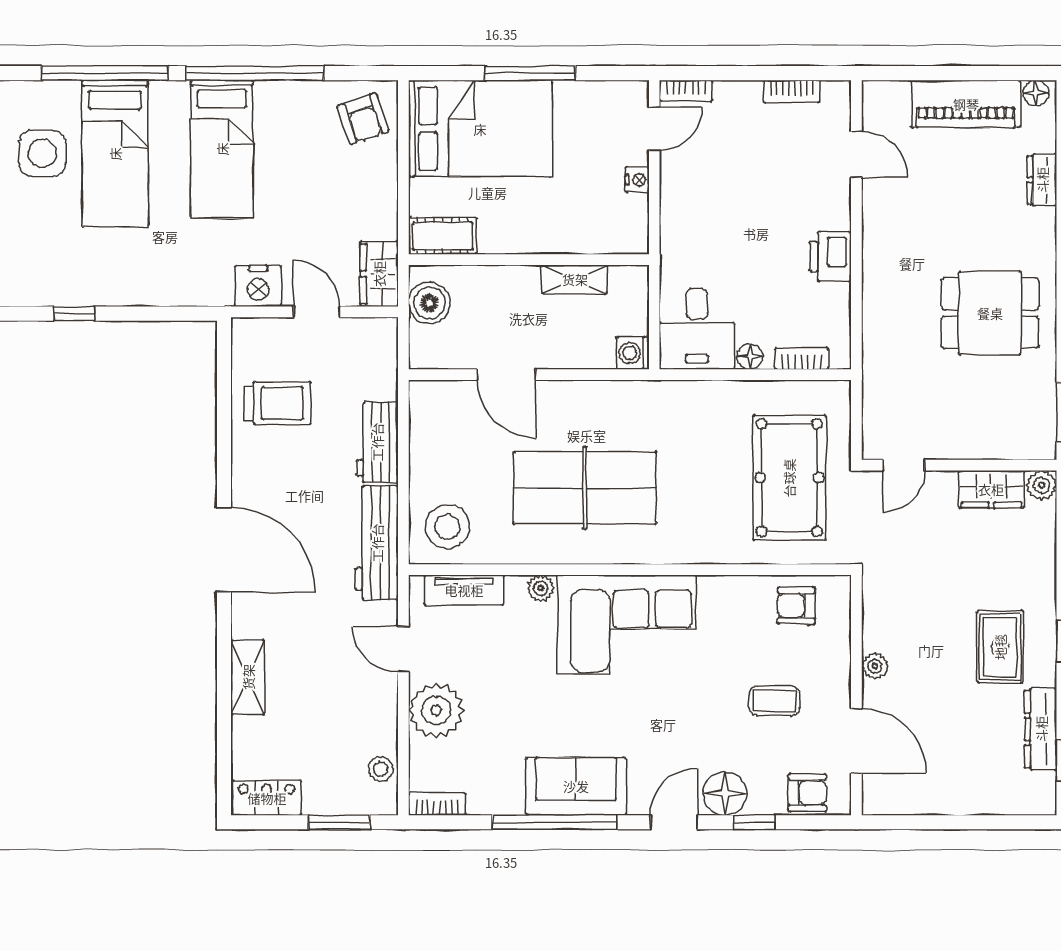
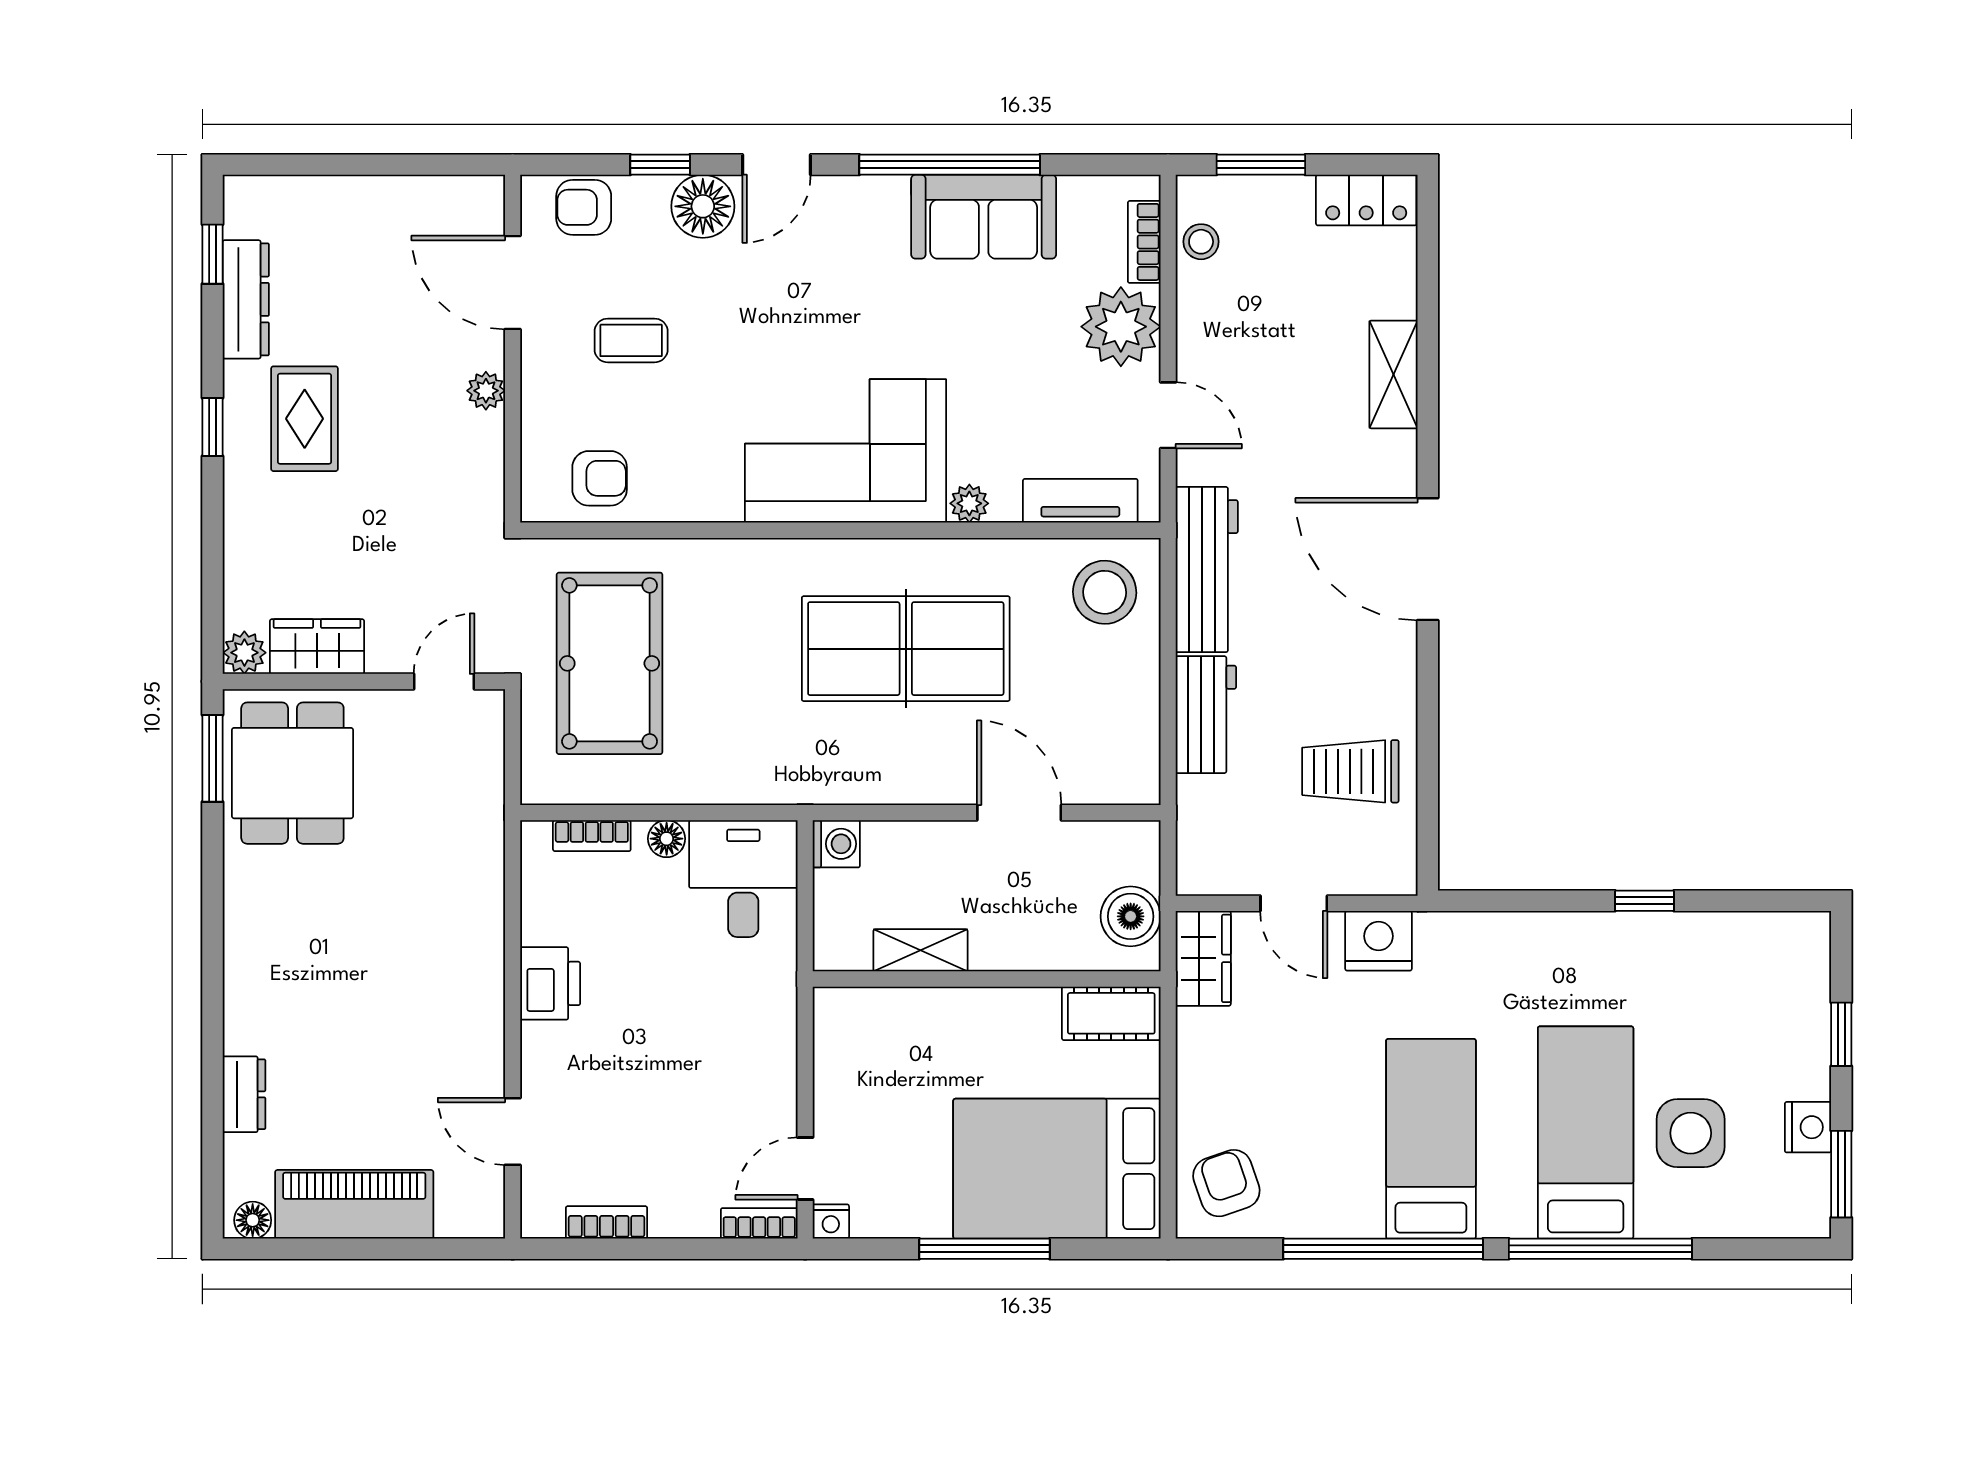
nightstand: (637, 180) -> (831, 1221), moved, turned -90
dining table: (990, 313) -> (292, 773), moved, turned 90
sofa: (576, 786) -> (984, 217), moved
bookcase: (437, 804) -> (1144, 242), moved, turned 90

